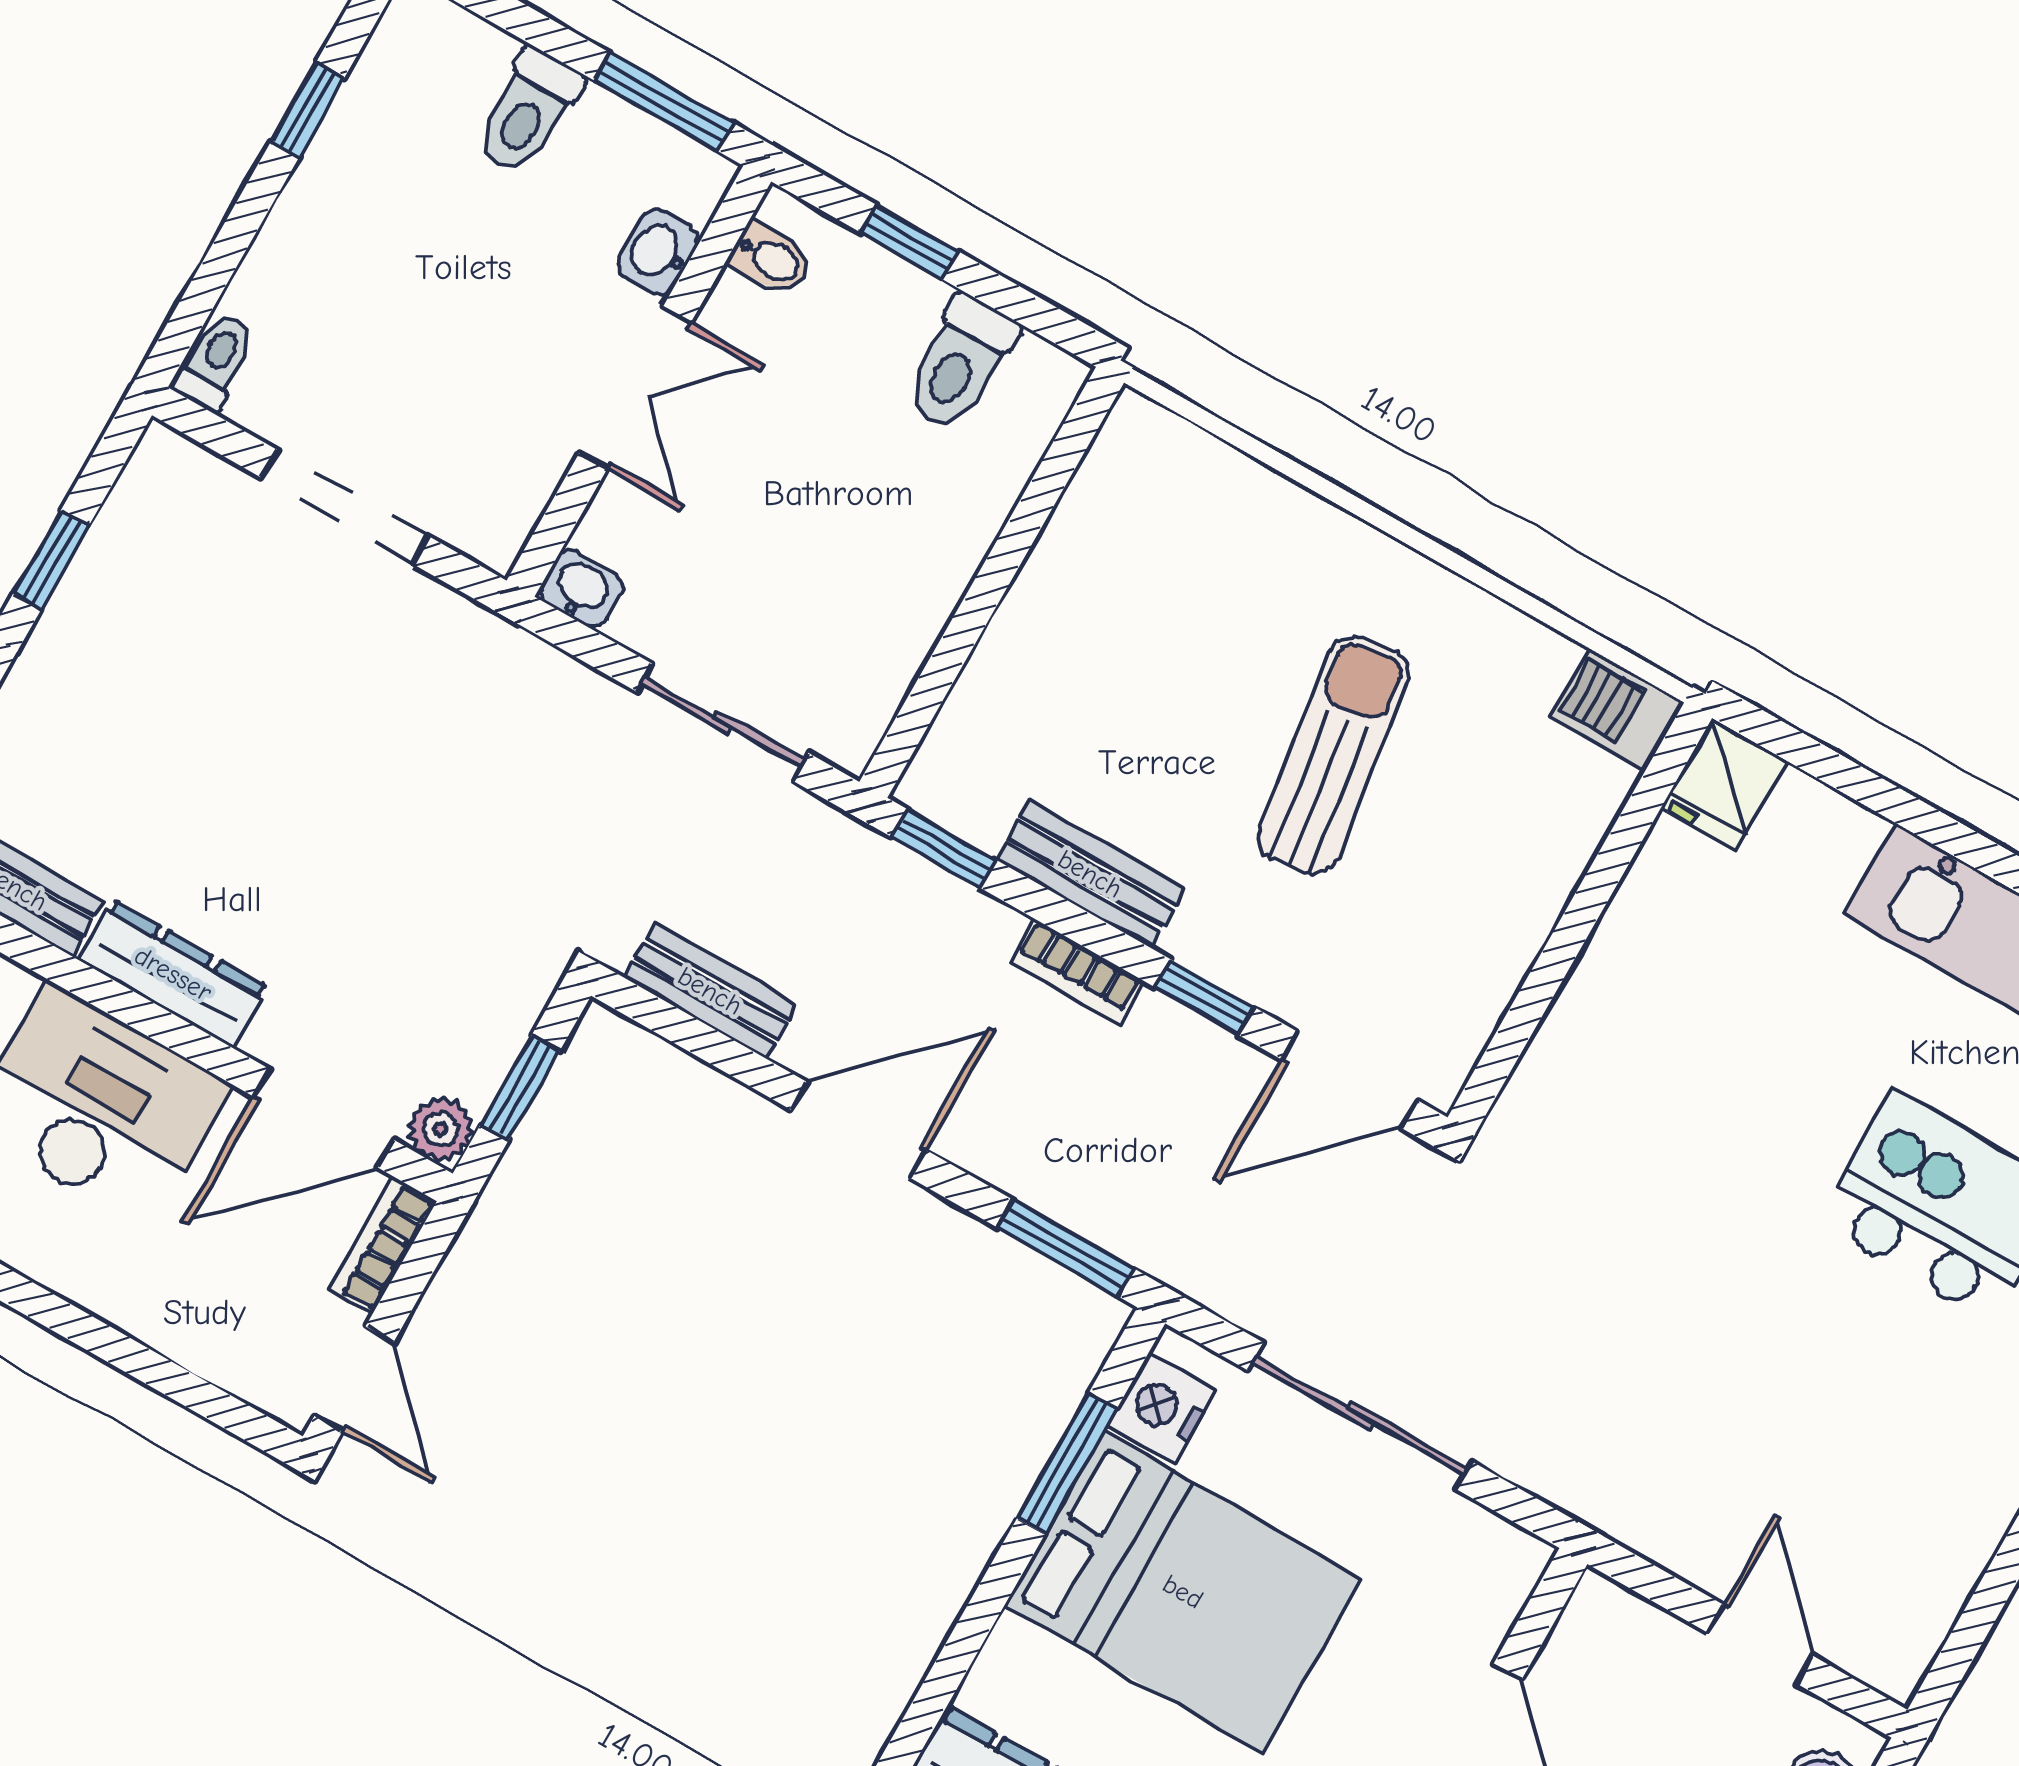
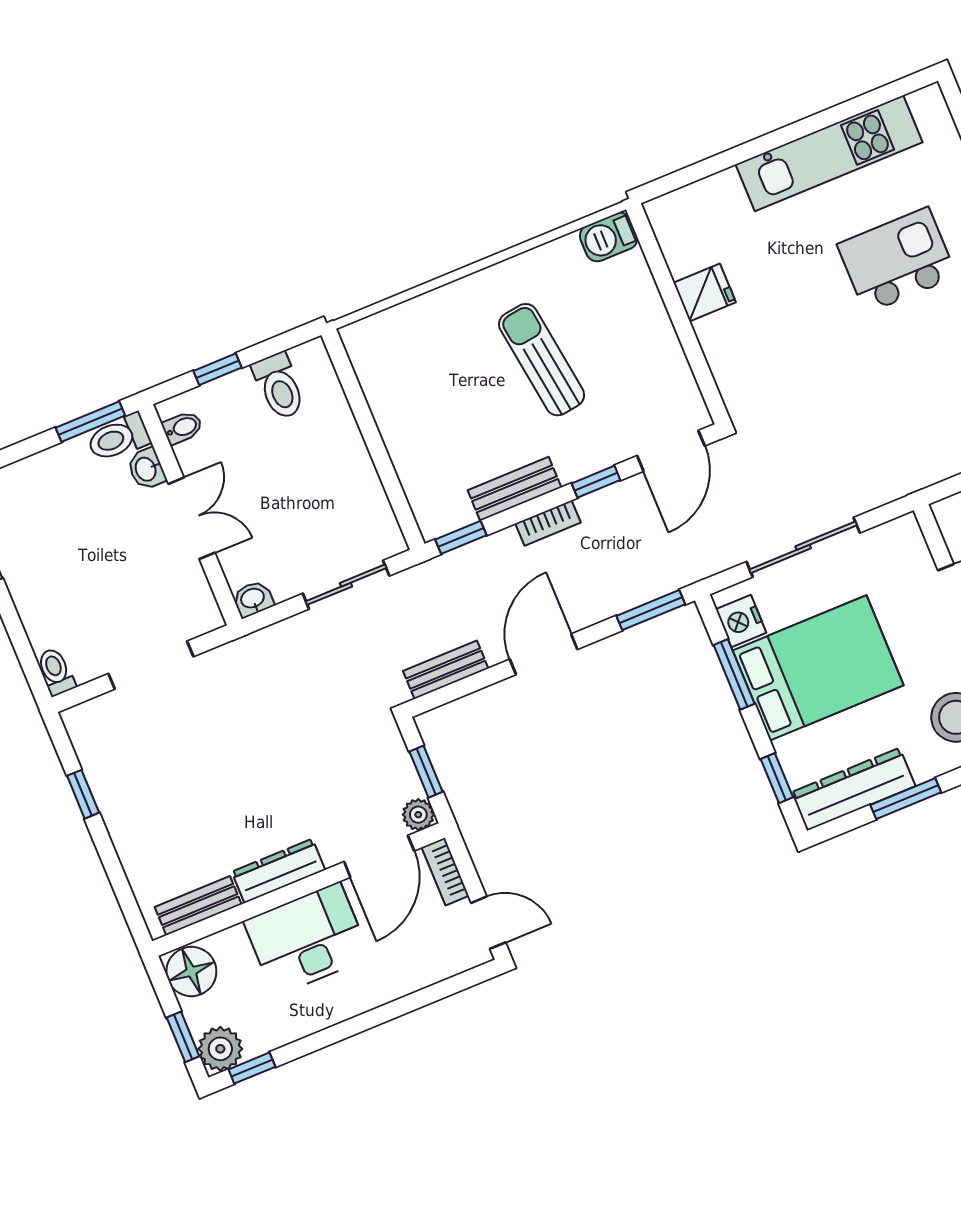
toilet: (528, 112) -> (118, 438), moved, turned 90
fridge: (1724, 785) -> (705, 293), moved, turned -90
window: (952, 1664) -> (777, 778), added

